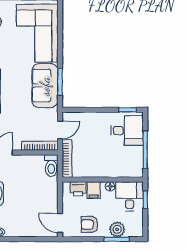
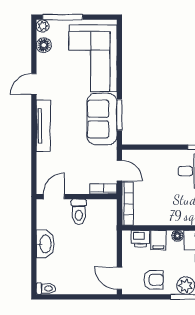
door: (60, 130) -> (119, 171), hinge flipped
bookcase: (40, 146) -> (104, 189), width x0.64
toilet: (51, 166) -> (79, 212), moved
armchair: (90, 224) -> (154, 280), turned 180

